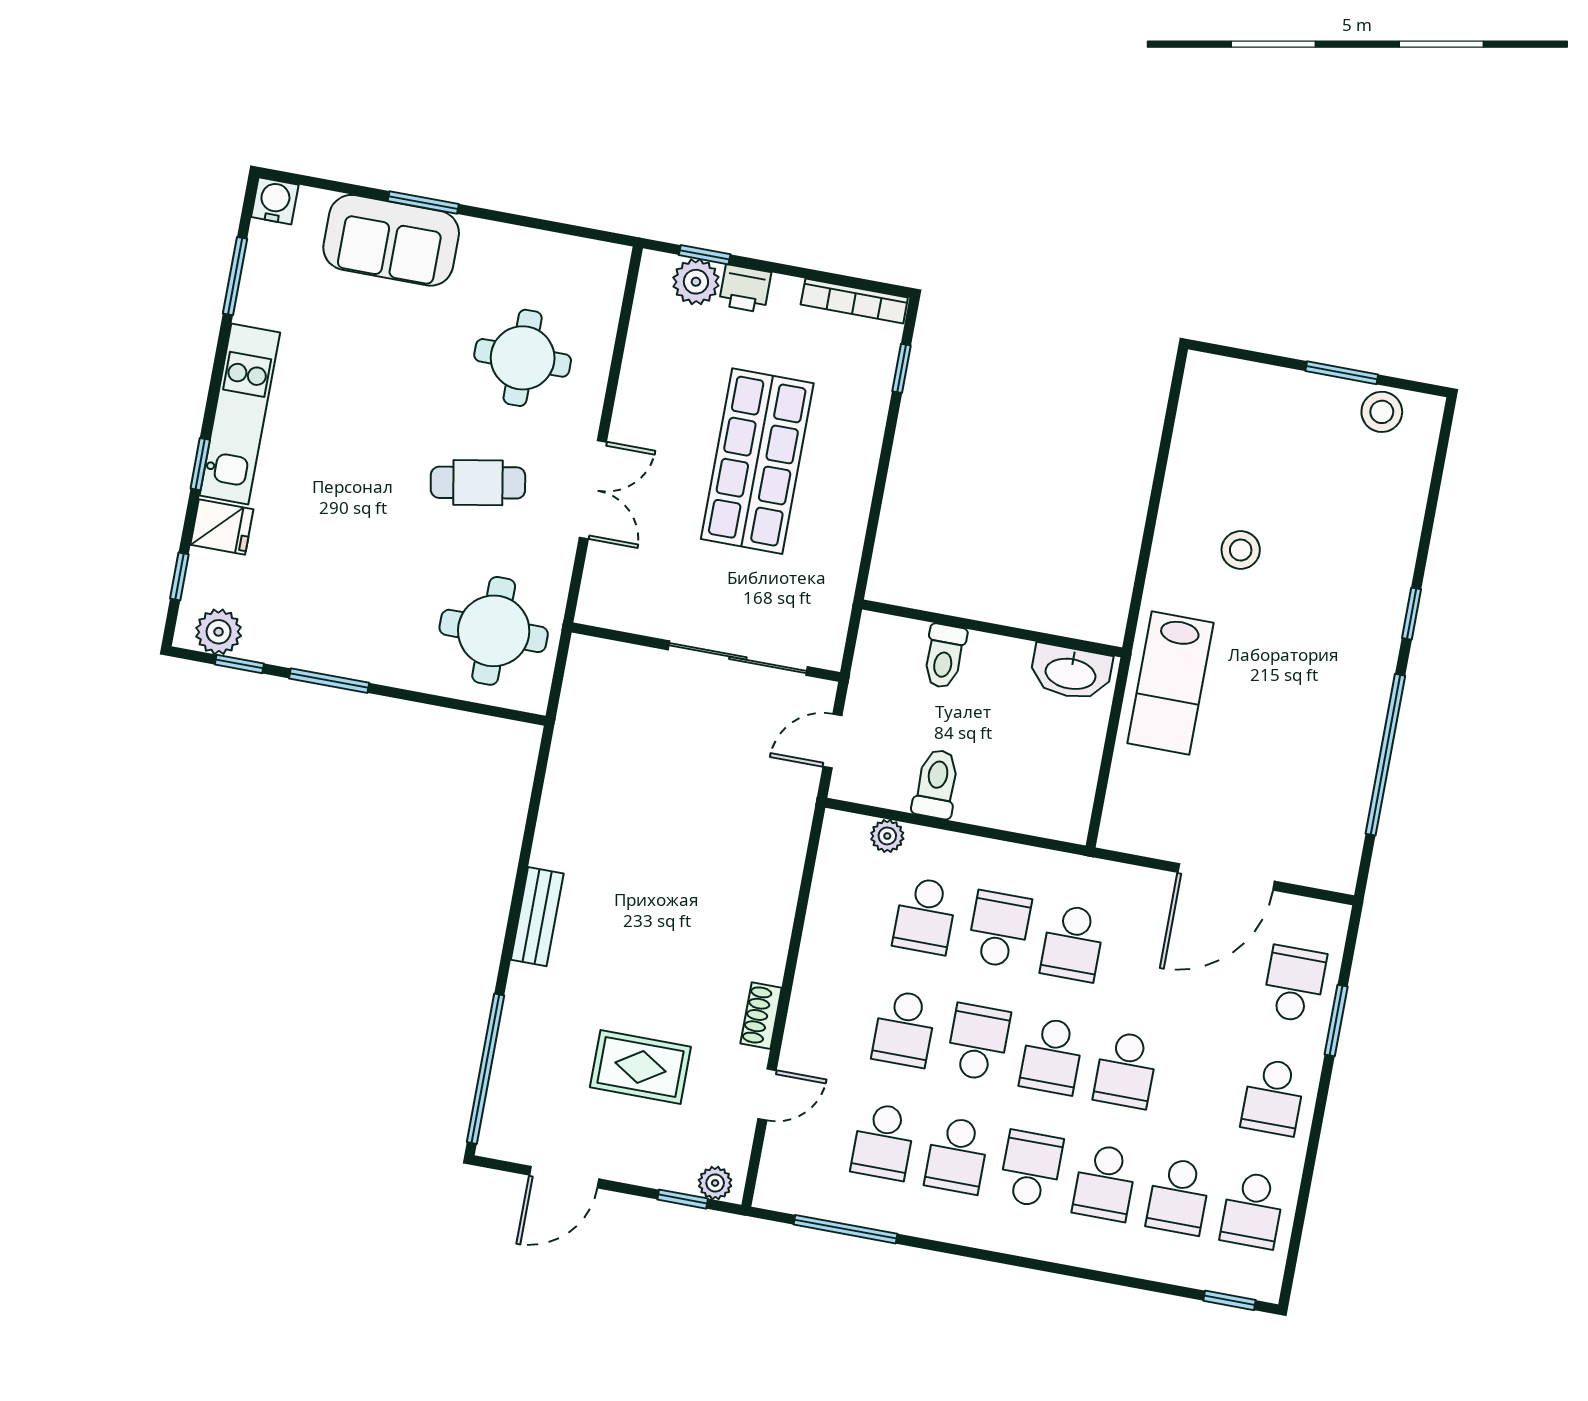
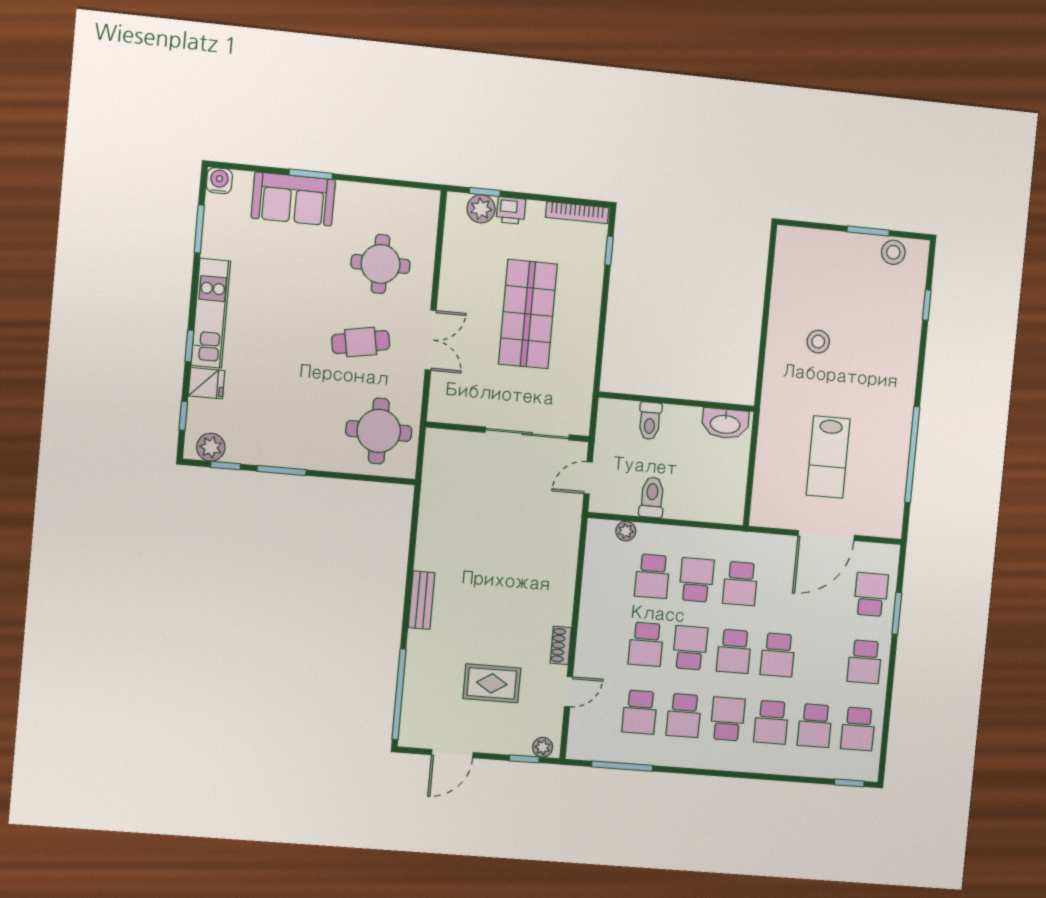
window: (1411, 614) -> (927, 305), moved
lab bench: (1170, 683) -> (828, 457), moved

